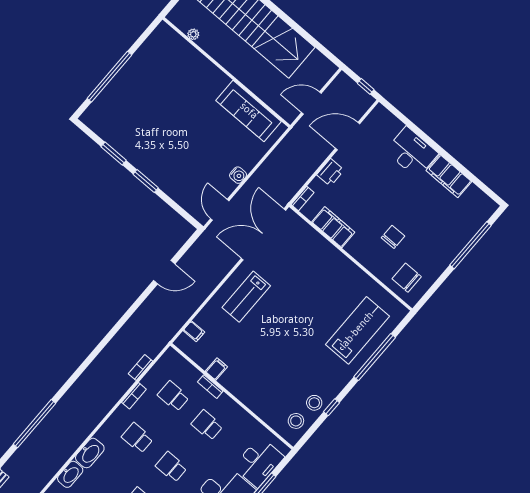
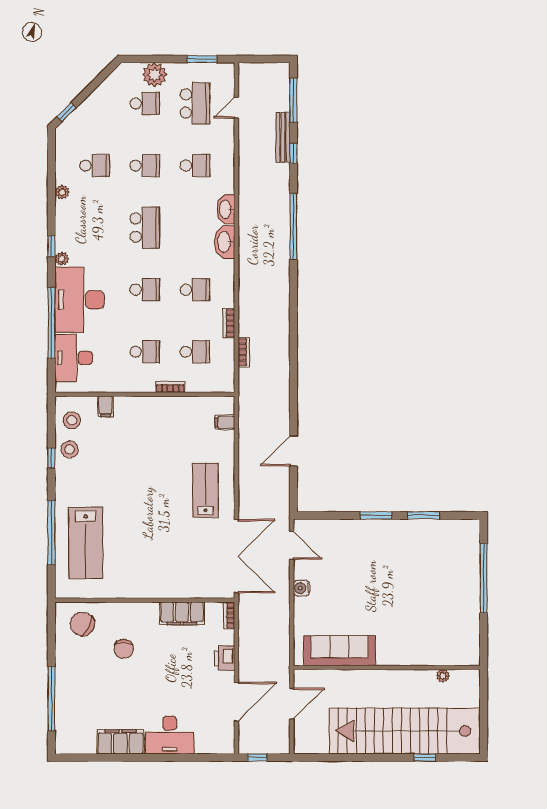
chair: (407, 278) -> (82, 624), turned -152
filing cabinet: (216, 369) -> (106, 406), moved

